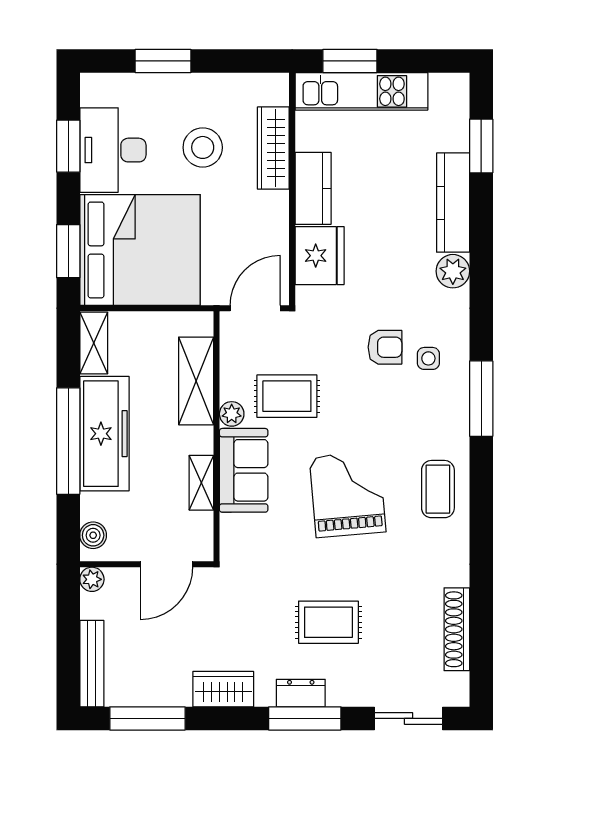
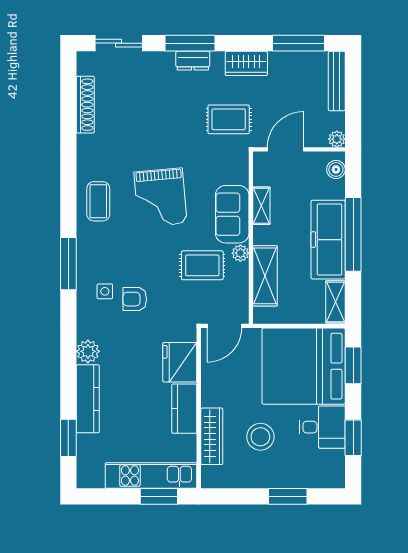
desk: (113, 150) -> (322, 427), width x0.73
rug: (328, 622) -> (229, 119), moved

